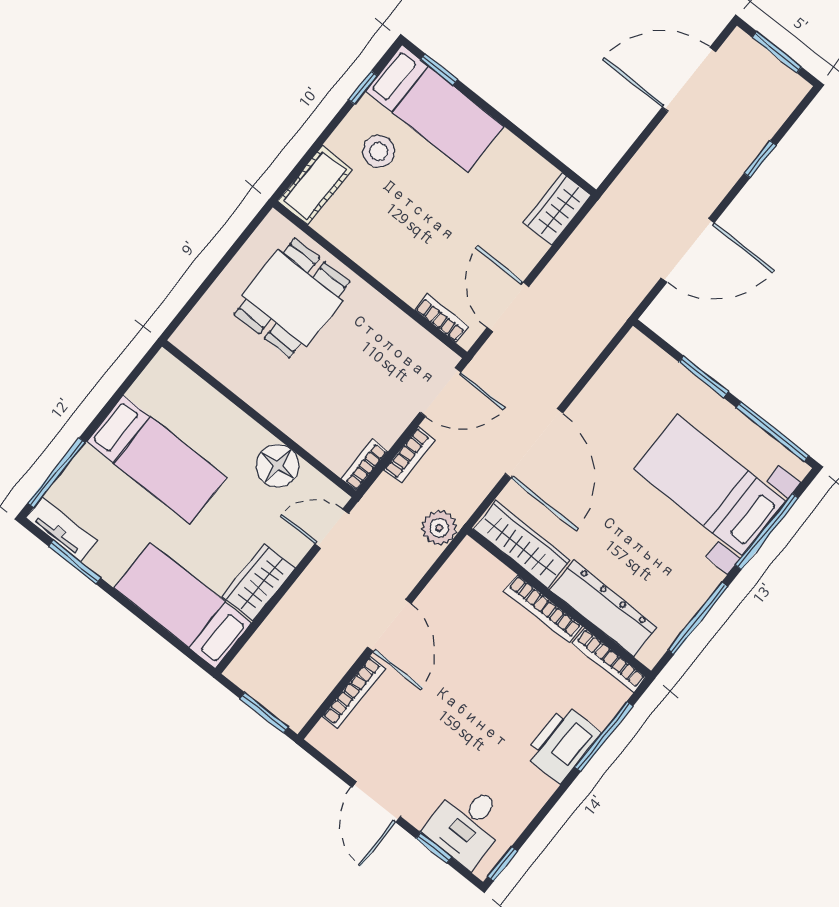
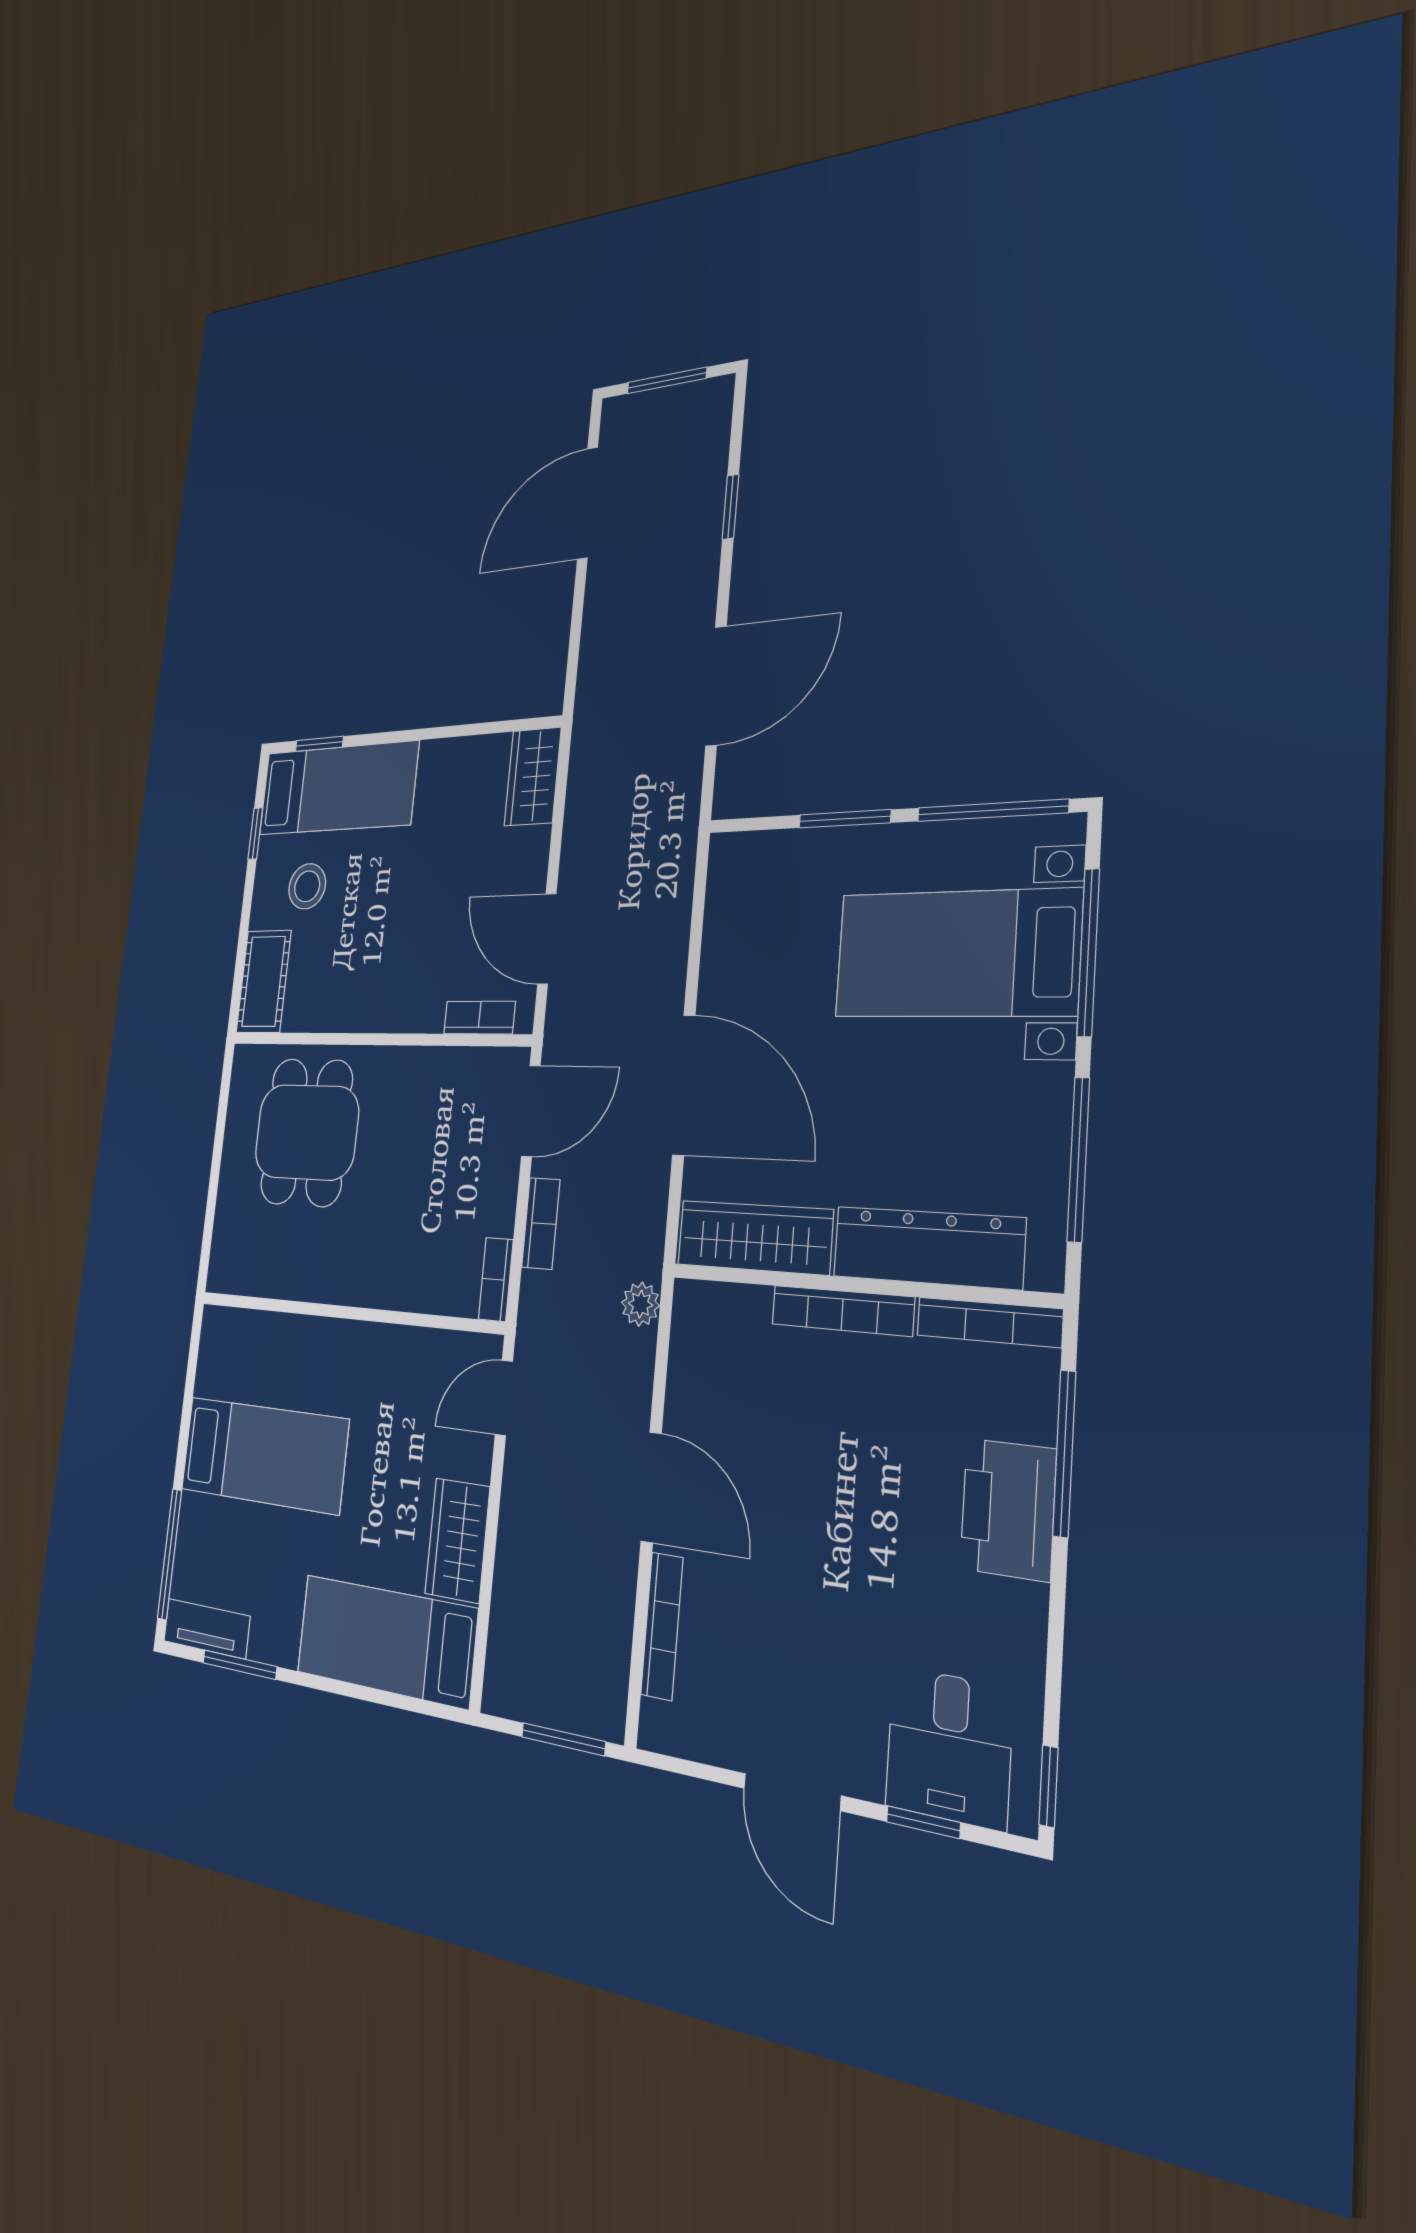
floor lamp: (278, 466) -> (398, 1359), removed
plant: (439, 528) -> (641, 1304), width x0.73, depth x0.73

